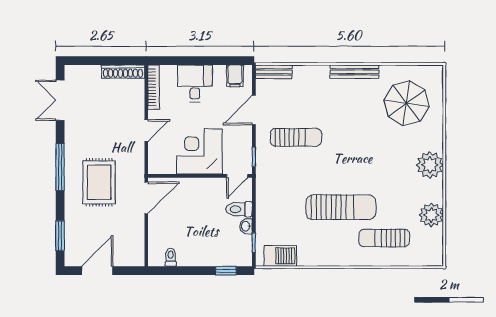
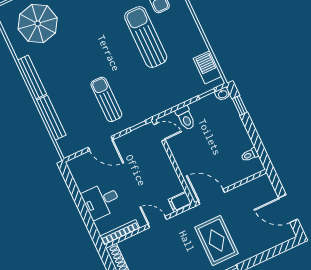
bench: (274, 72) -> (51, 118), moved, width x1.36
filing cabinet: (235, 76) -> (180, 202), moved, turned 180
corner desk: (199, 151) -> (154, 171), removed
rug: (99, 182) -> (217, 240), turned 90
washbasin: (246, 226) -> (223, 94), moved
window: (60, 236) -> (274, 252), removed

